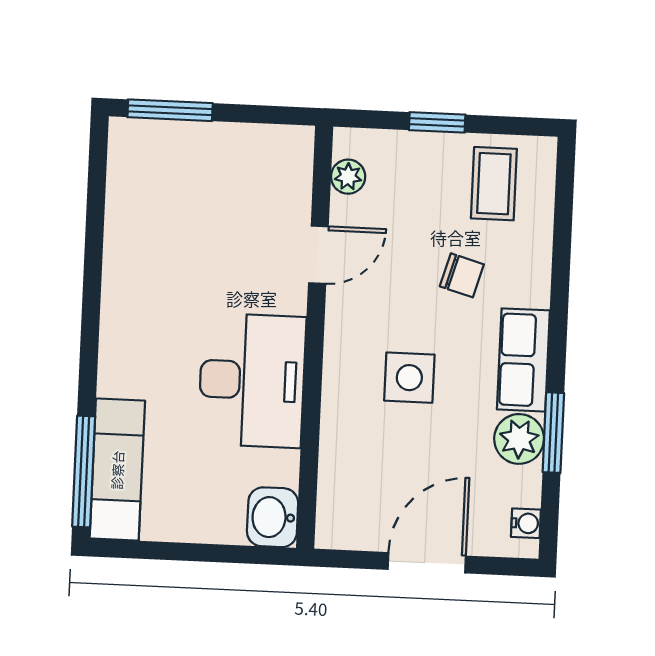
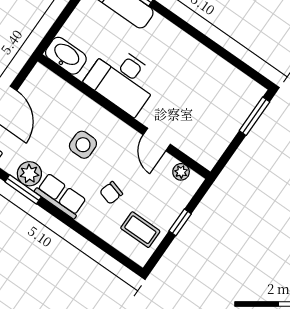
washbasin: (273, 517) -> (66, 56), width x1.38

